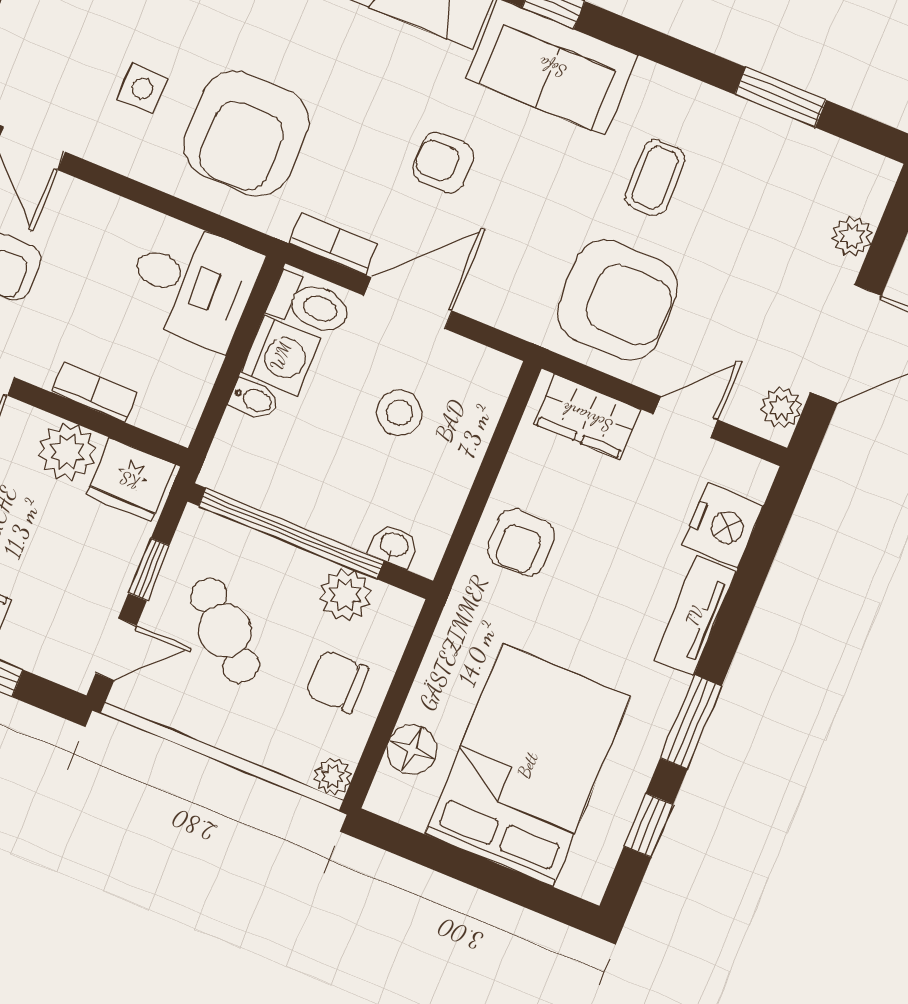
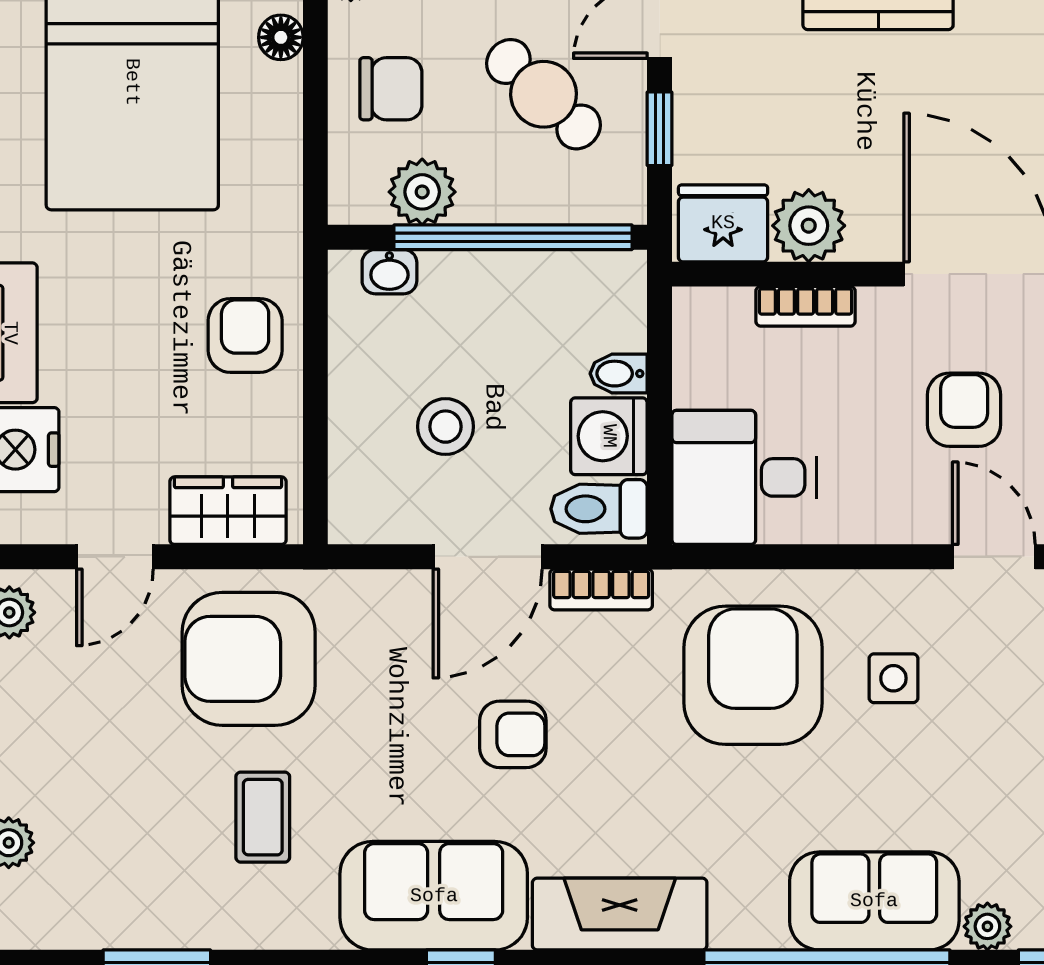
floor lamp: (412, 750) -> (281, 37), width x0.73, depth x0.73

